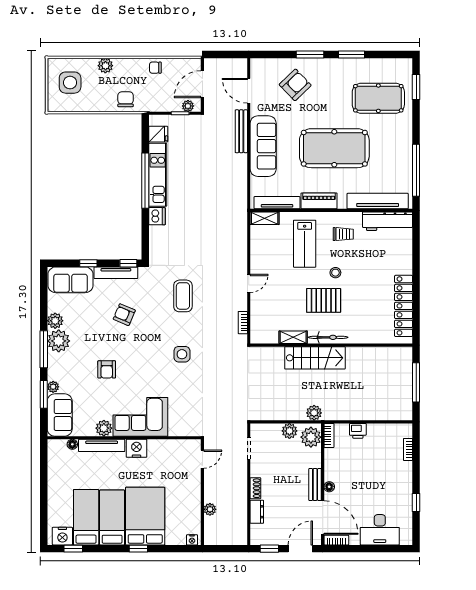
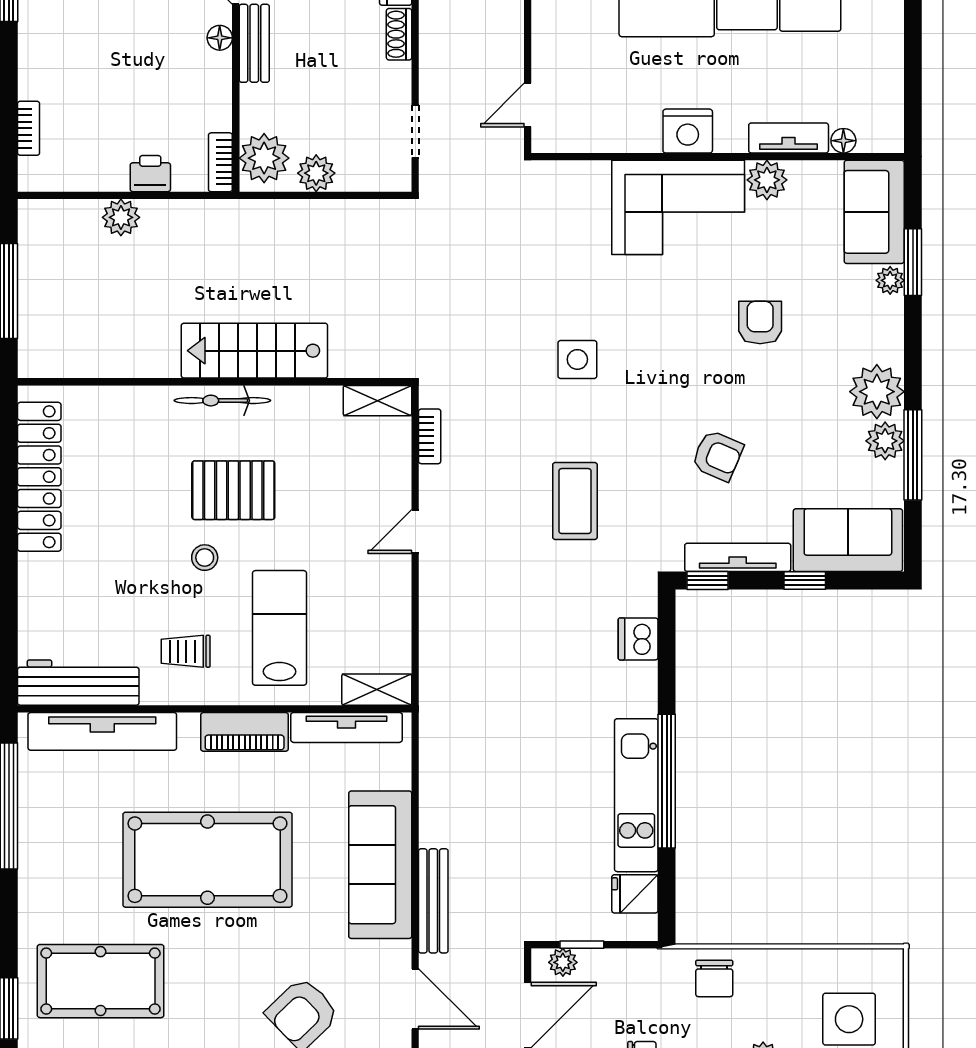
dishwasher: (157, 216) -> (638, 639), moved
shelving: (293, 337) -> (377, 401), moved
window: (44, 349) -> (913, 455), moved
plant: (314, 413) -> (121, 217), moved
tv unit: (102, 445) -> (789, 138), width x0.71

